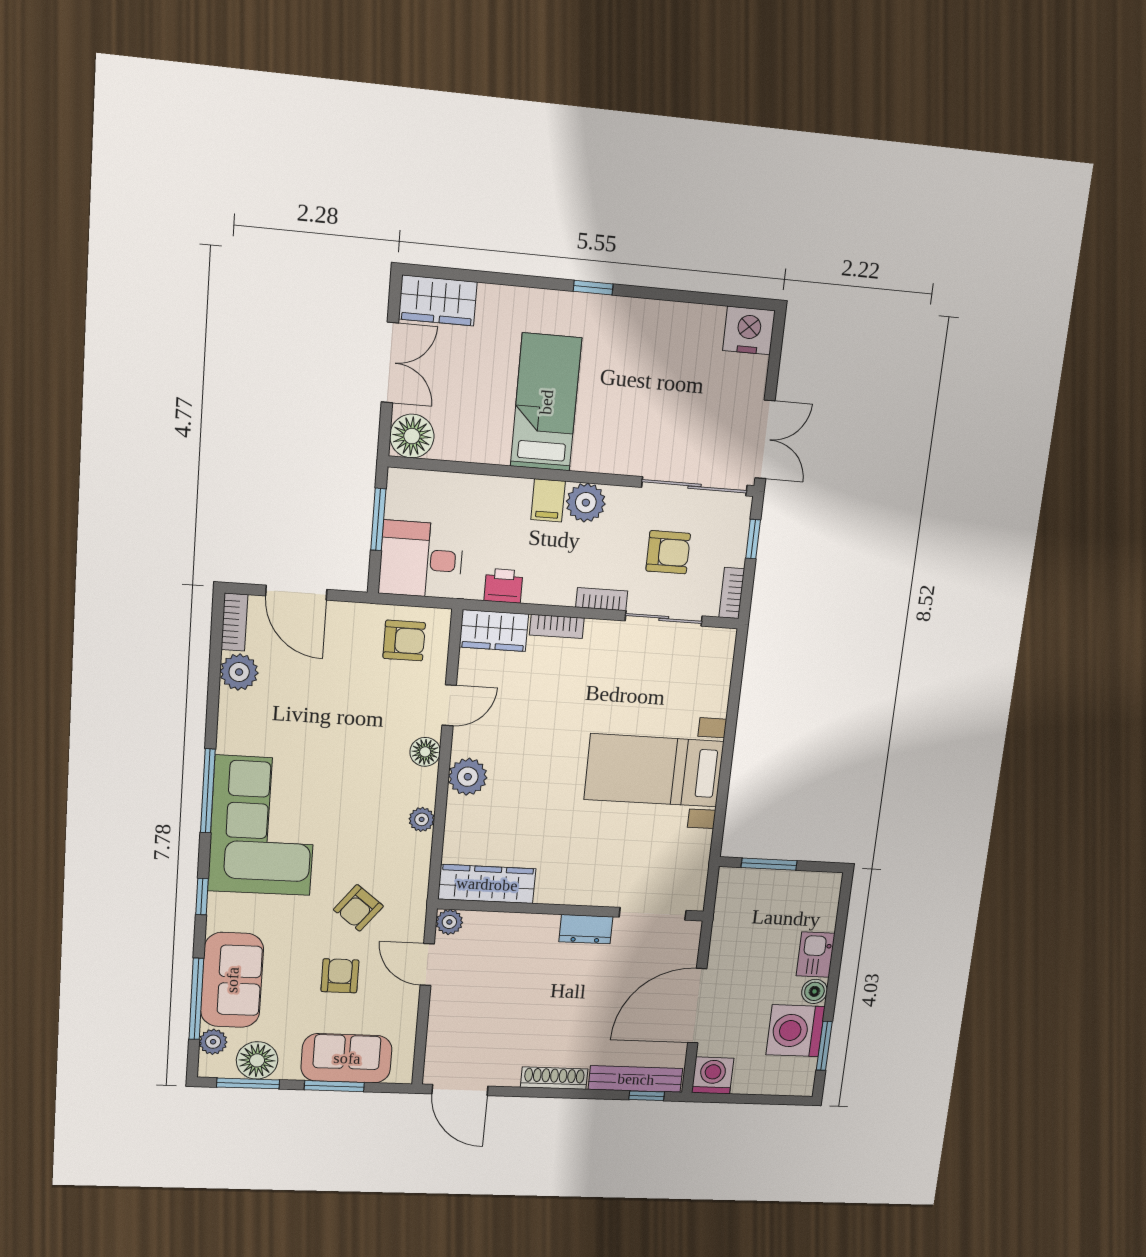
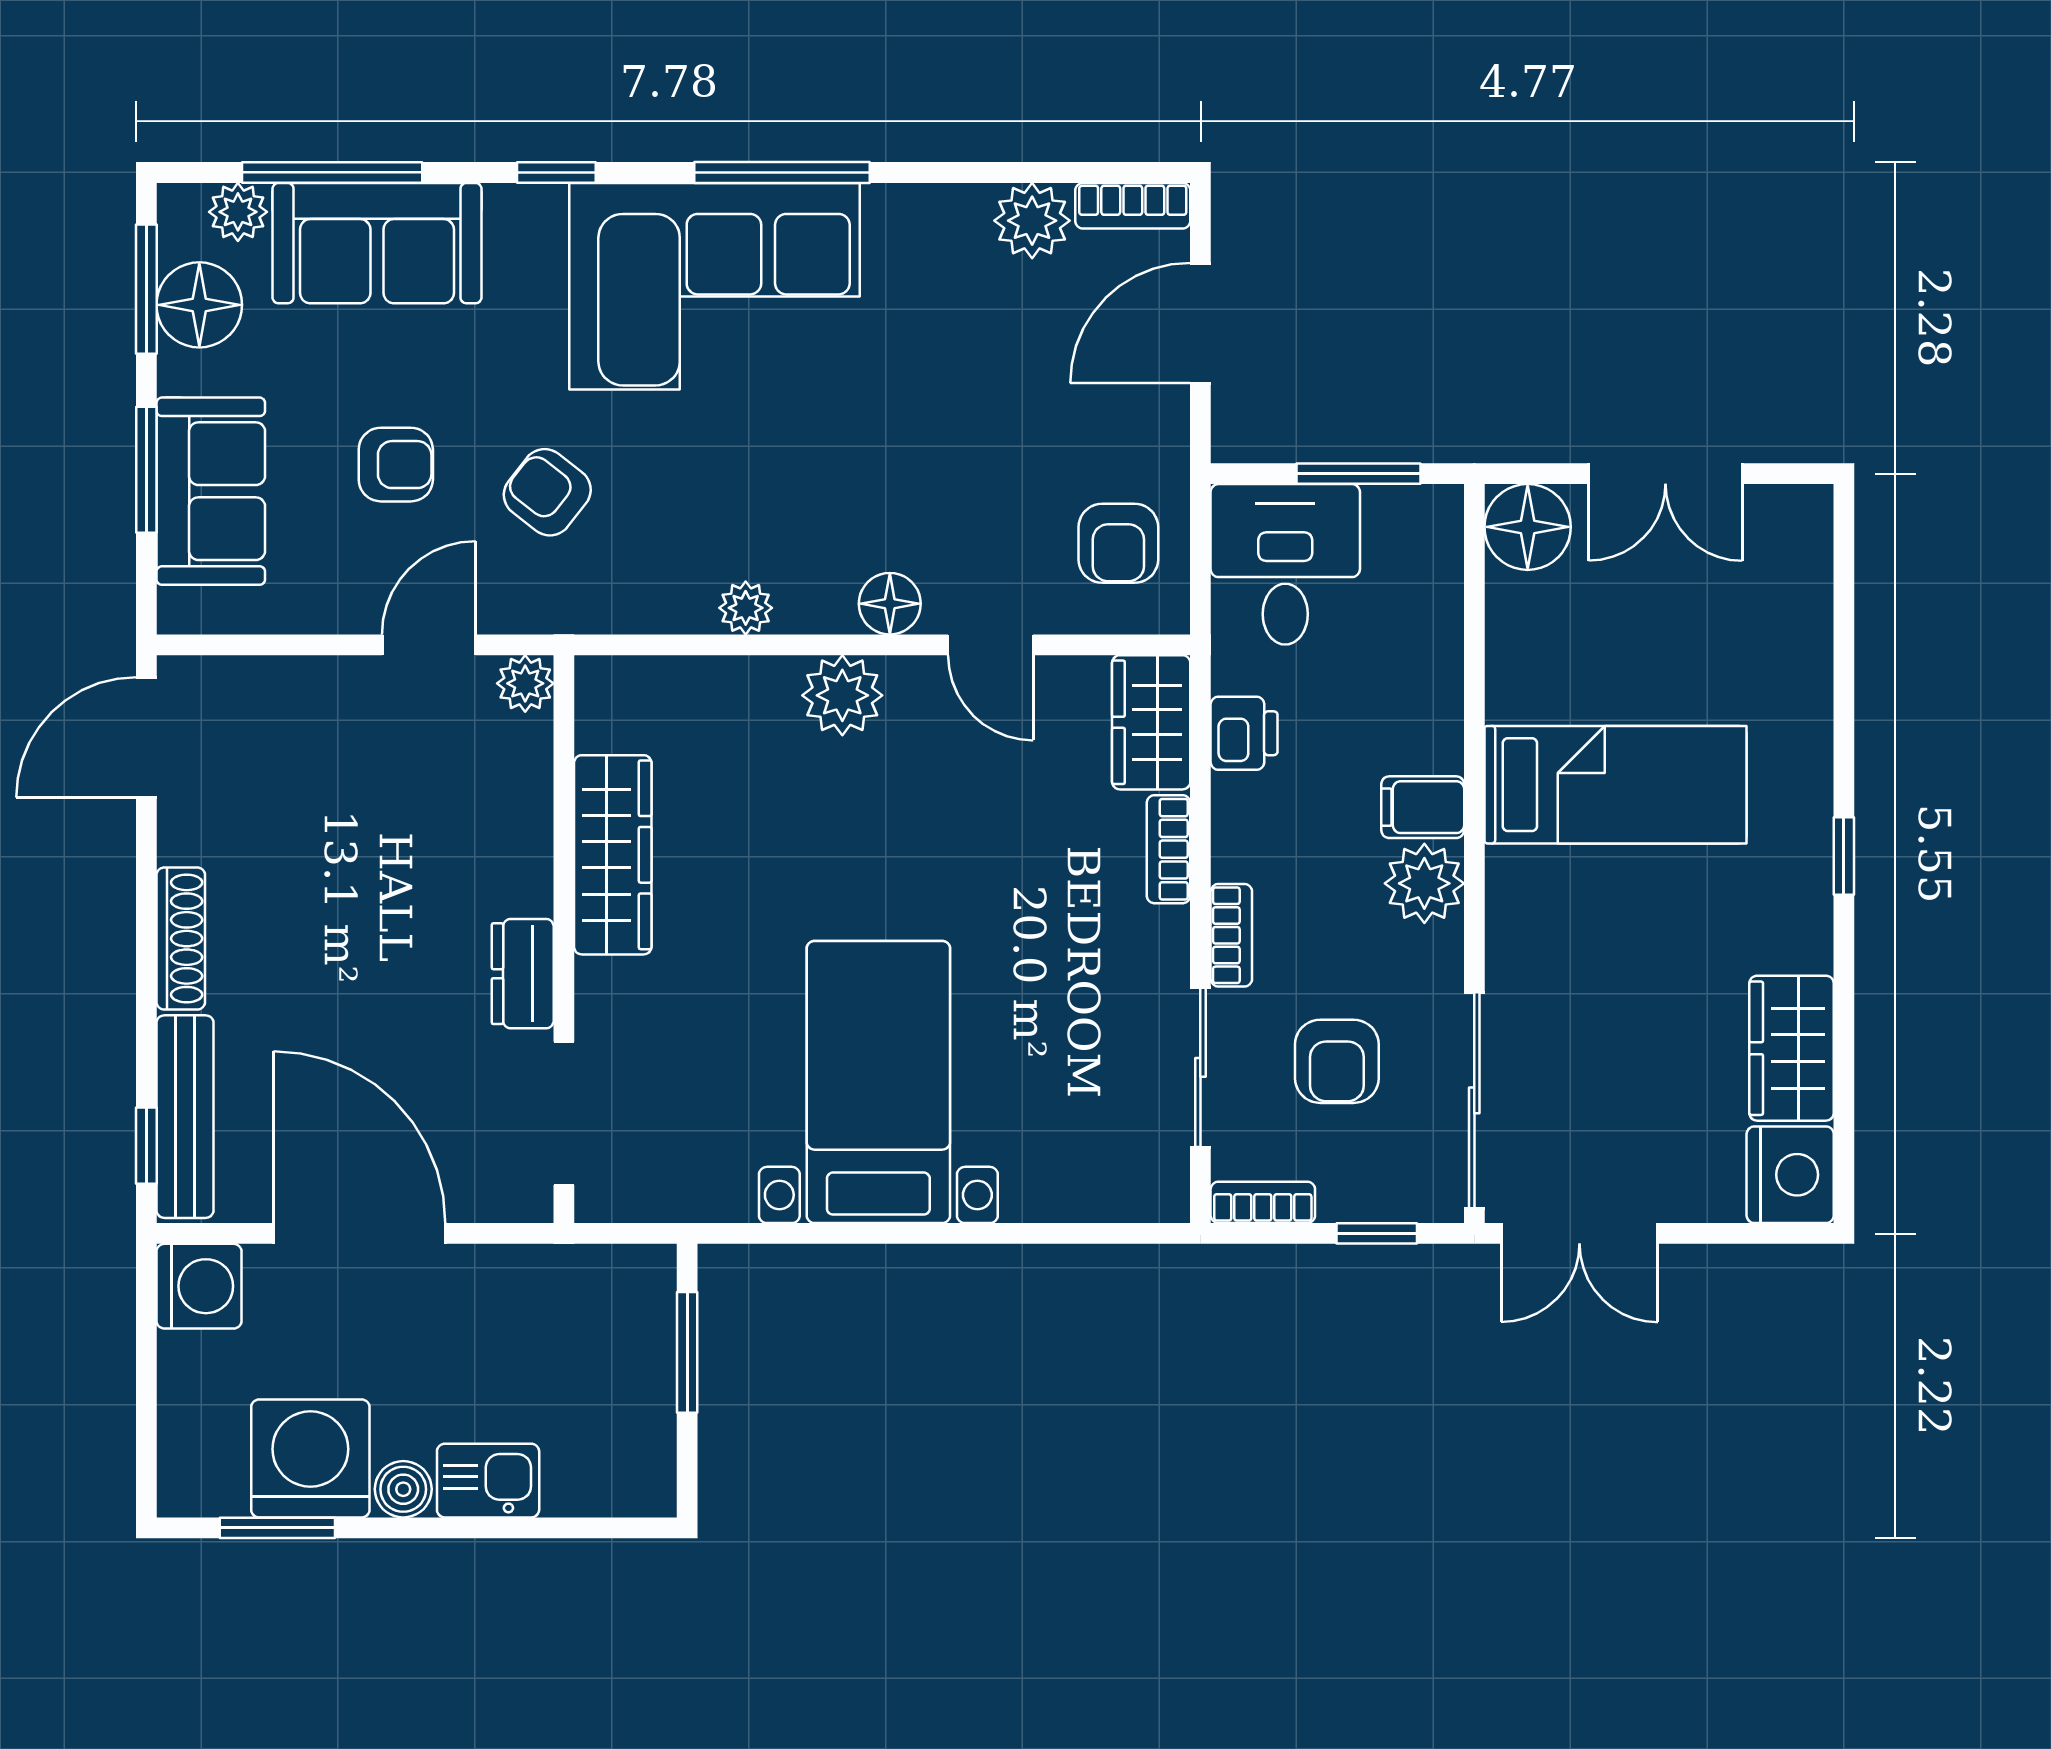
wardrobe: (438, 300) -> (1792, 1048), moved
wardrobe: (487, 884) -> (613, 855), moved

